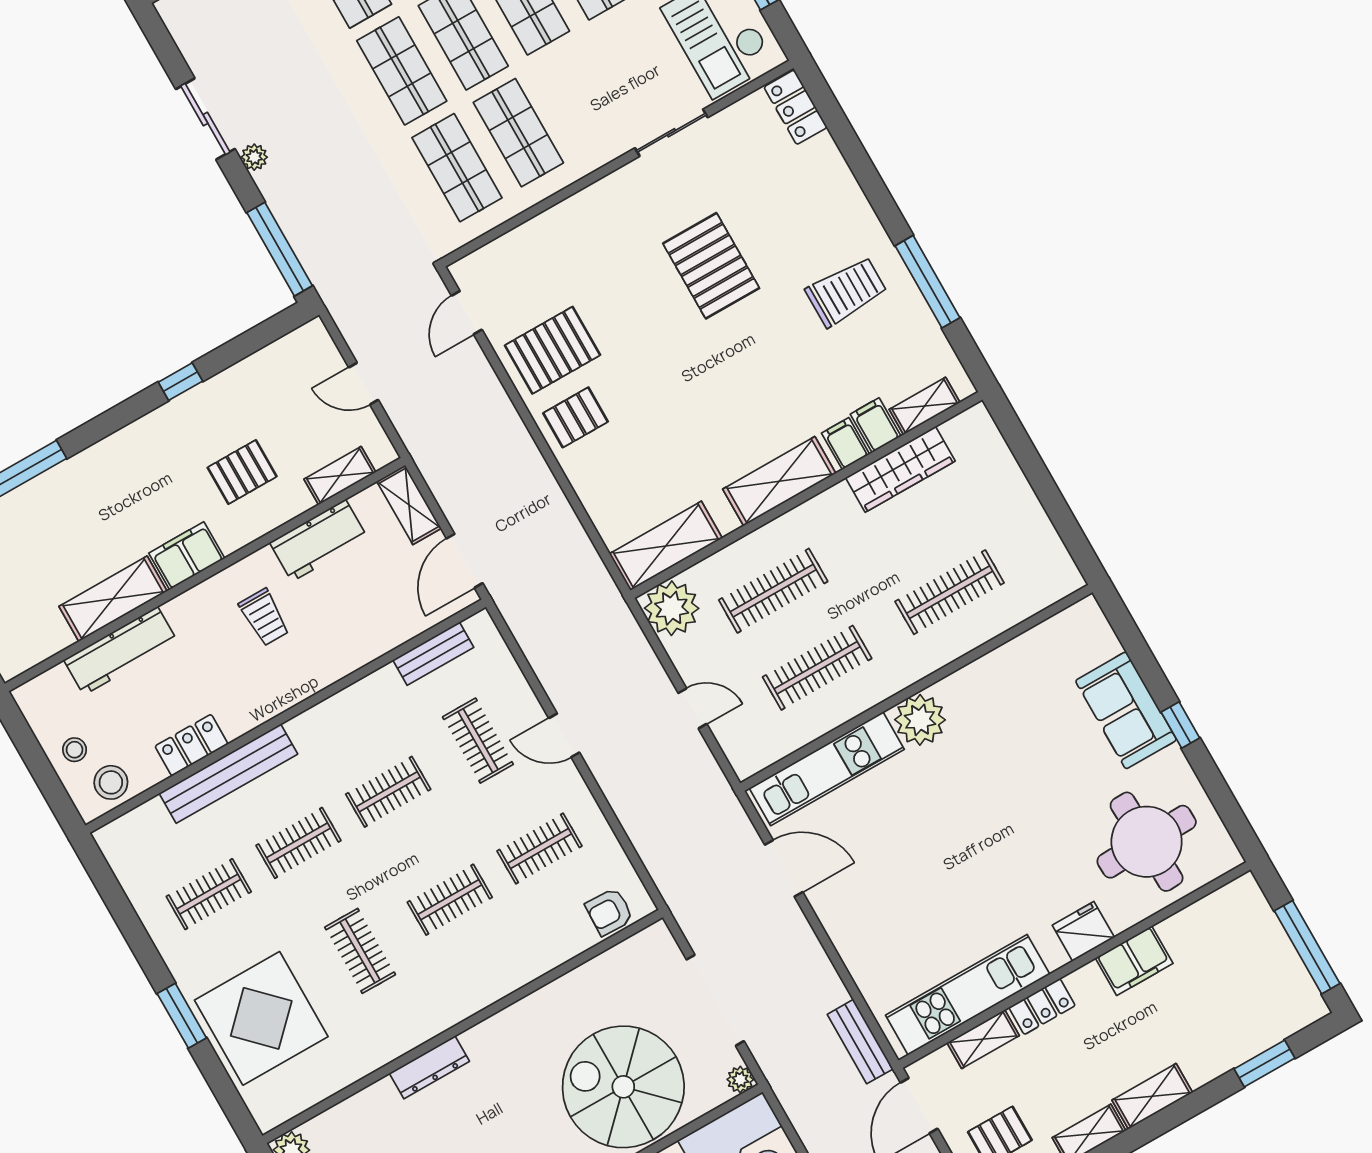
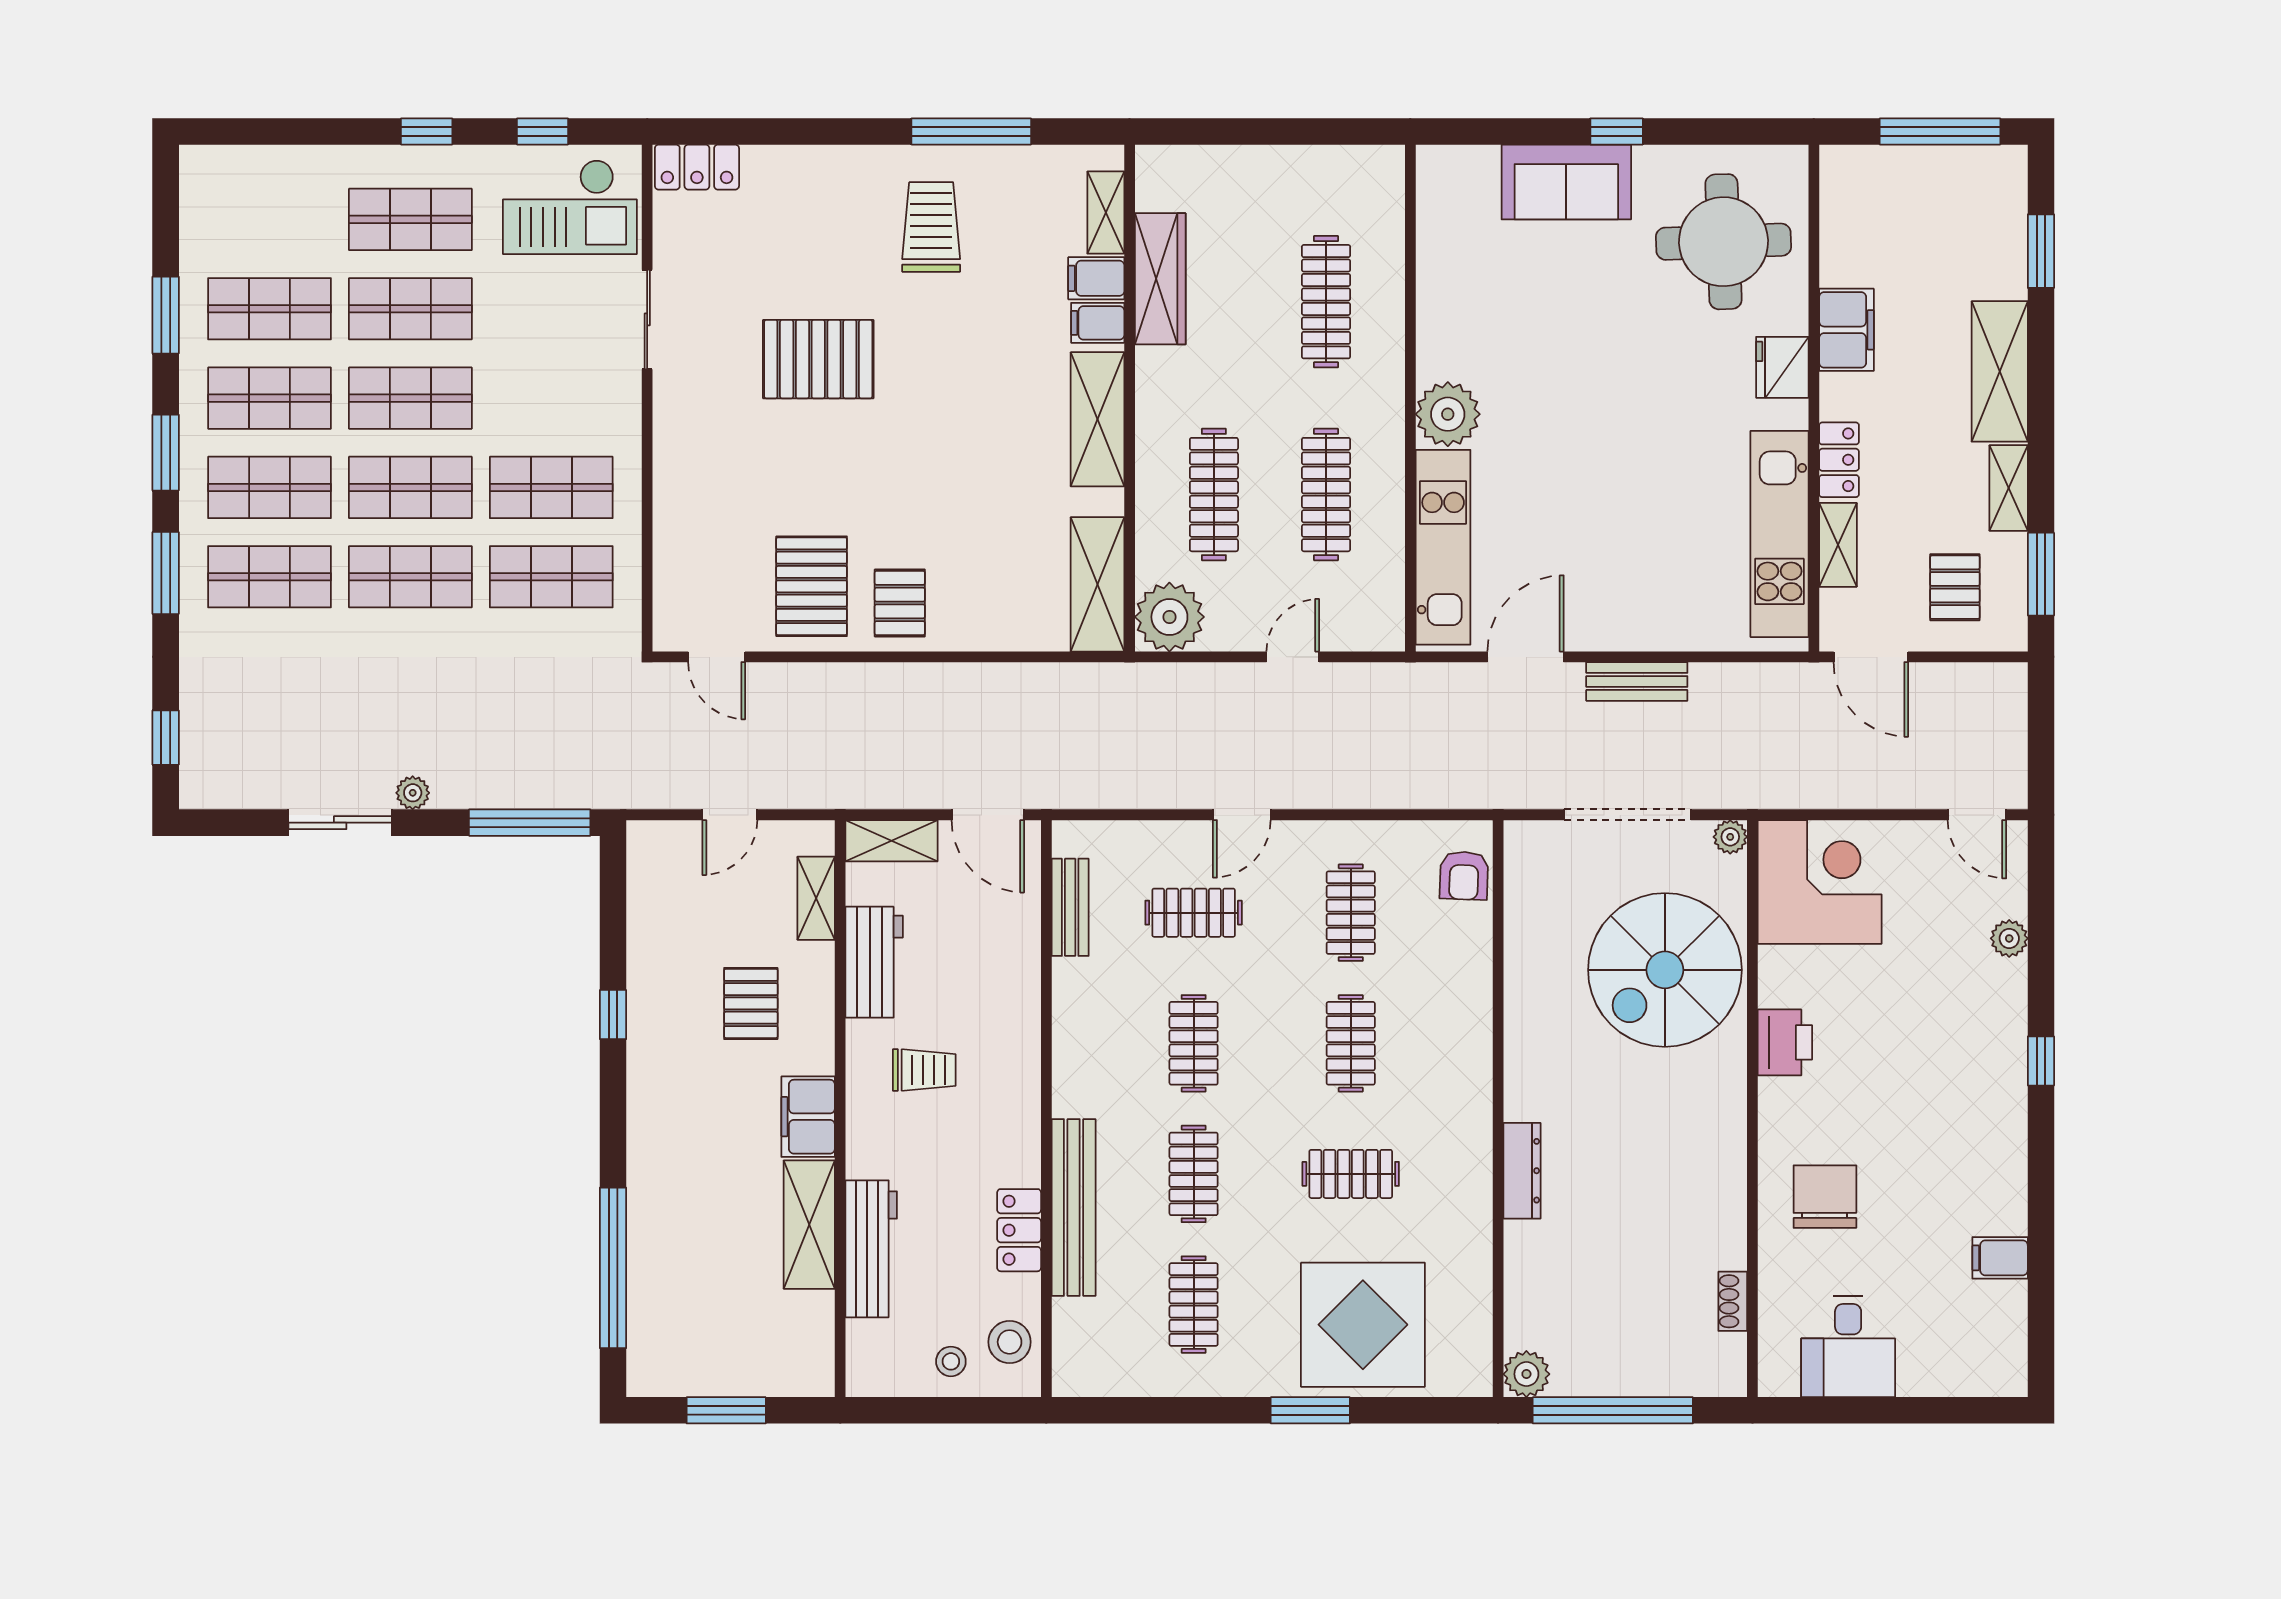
bench: (860, 1042) -> (1637, 681), moved
shelving: (1152, 1096) -> (2000, 371), width x1.50, depth x1.33

